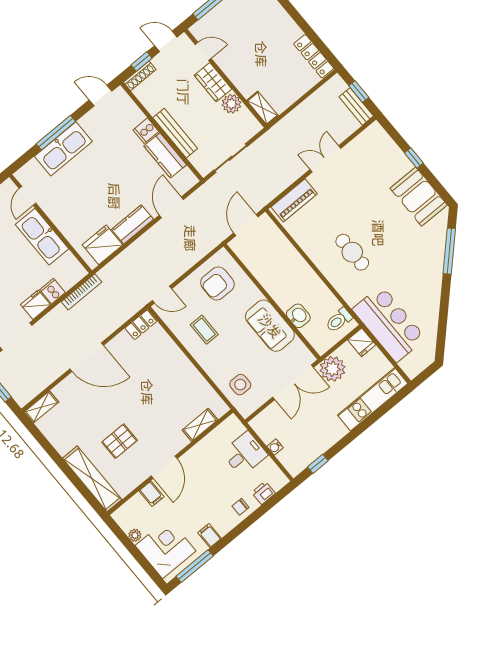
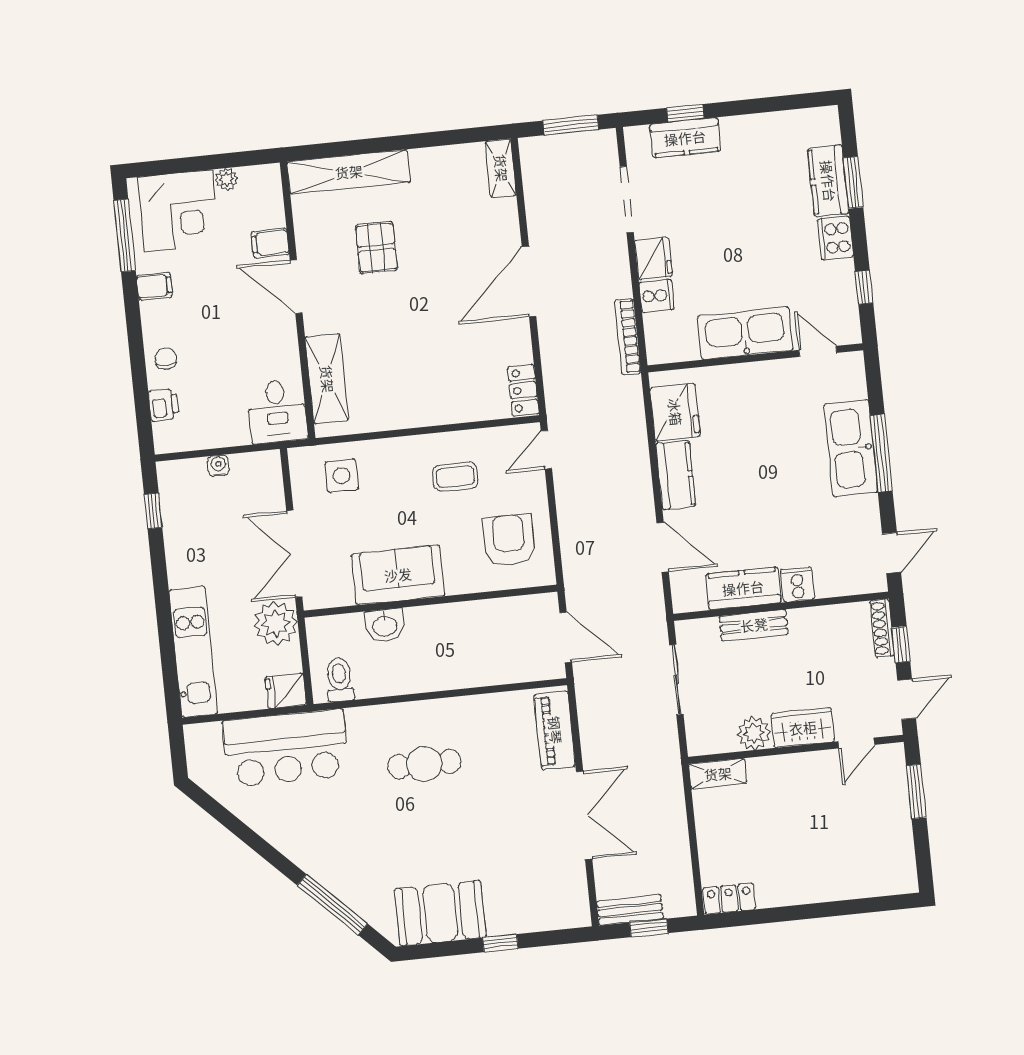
locker: (314, 56) -> (729, 899), width x0.66
bench: (175, 133) -> (754, 625), width x0.73
double door: (325, 159) -> (584, 815), width x1.37
shelving: (200, 425) -> (327, 379), width x1.50, depth x1.33
desk: (245, 454) -> (277, 411), moved

